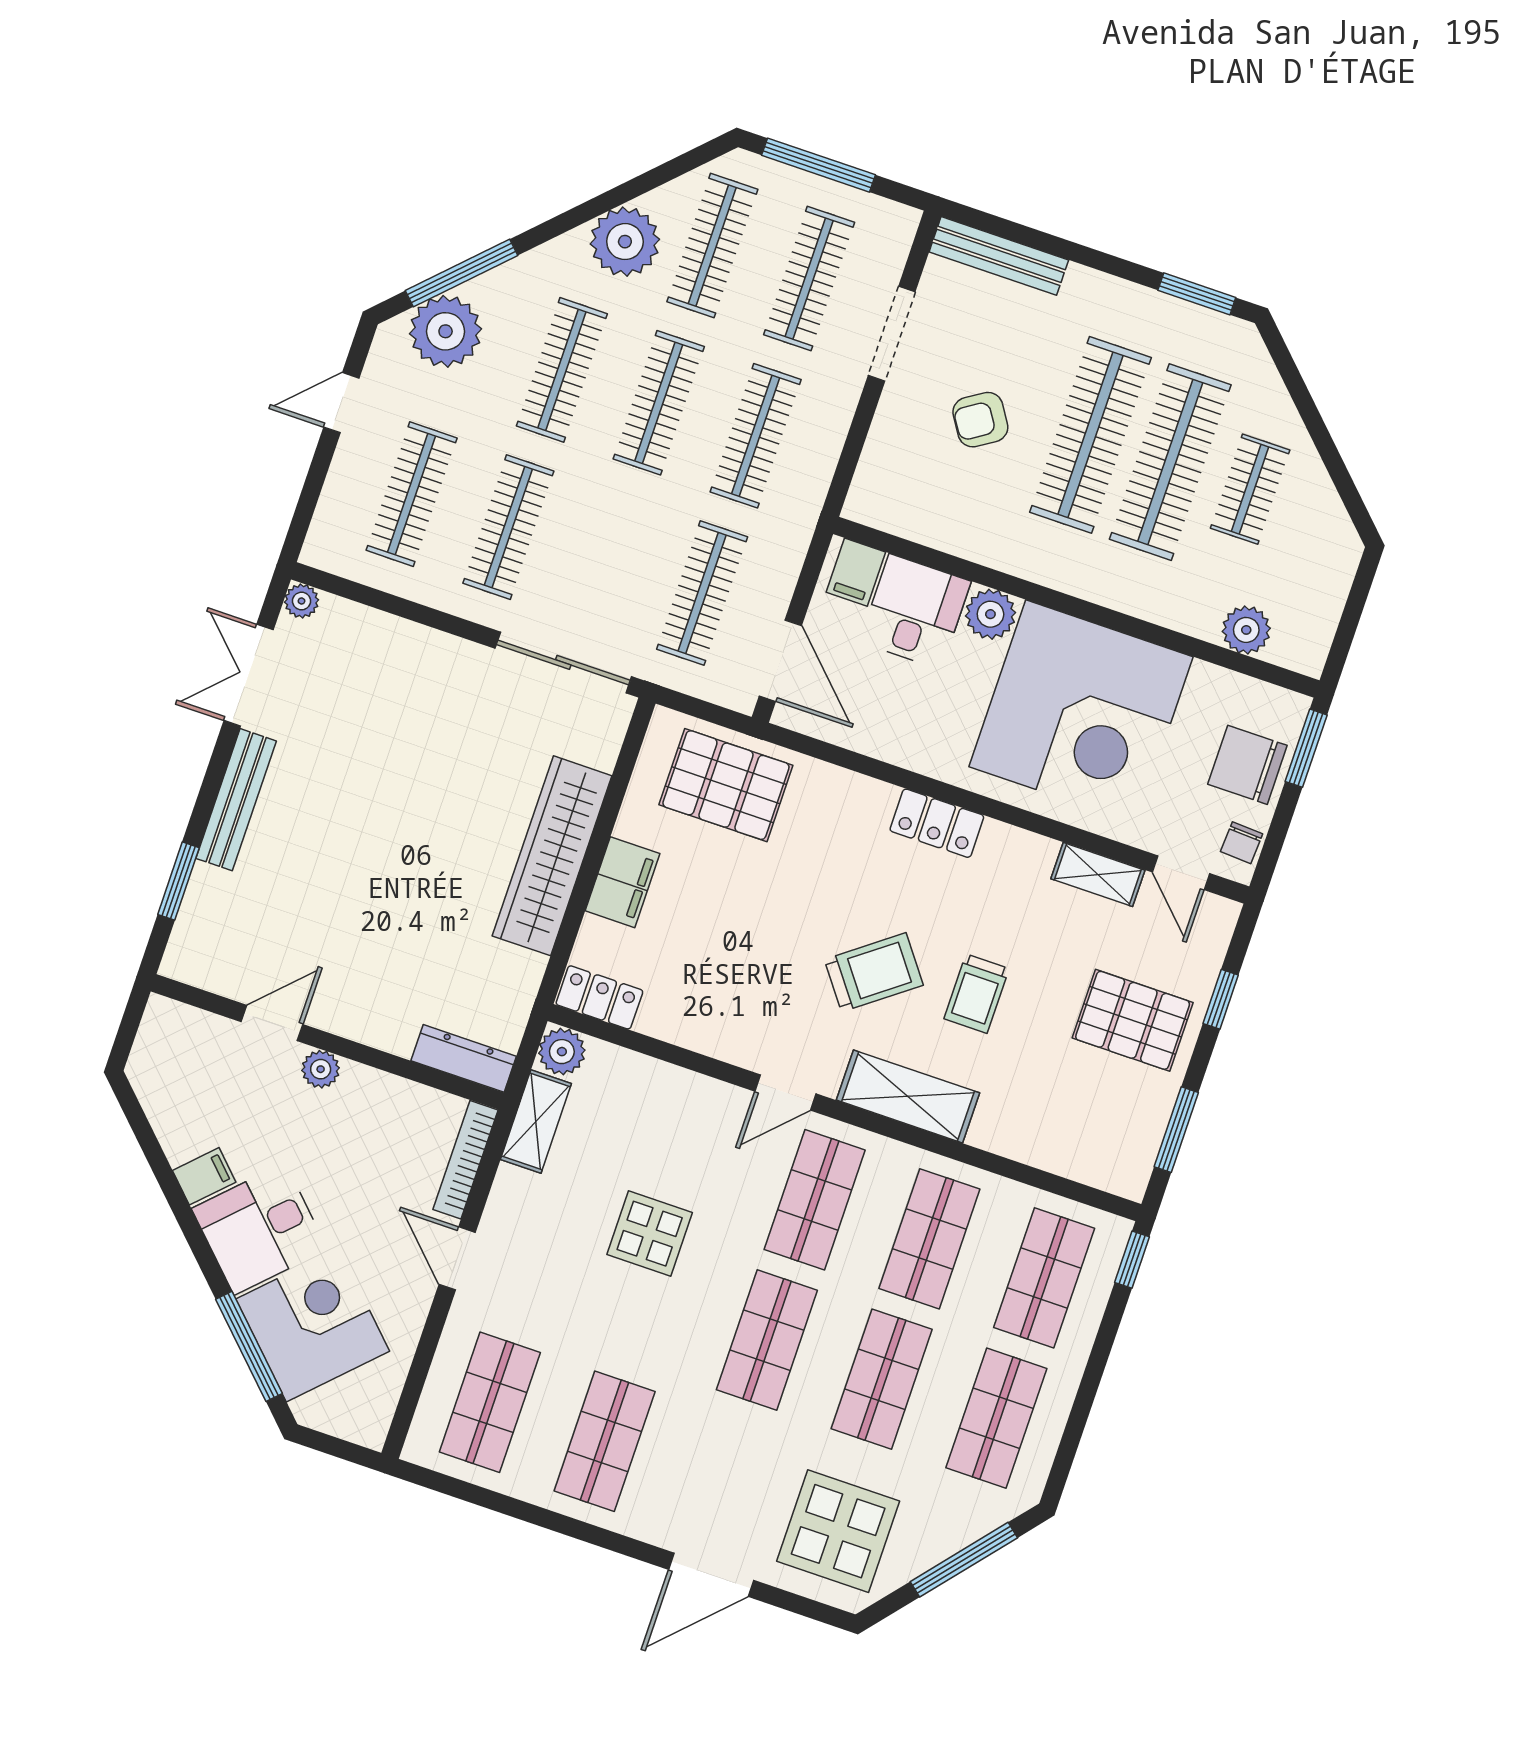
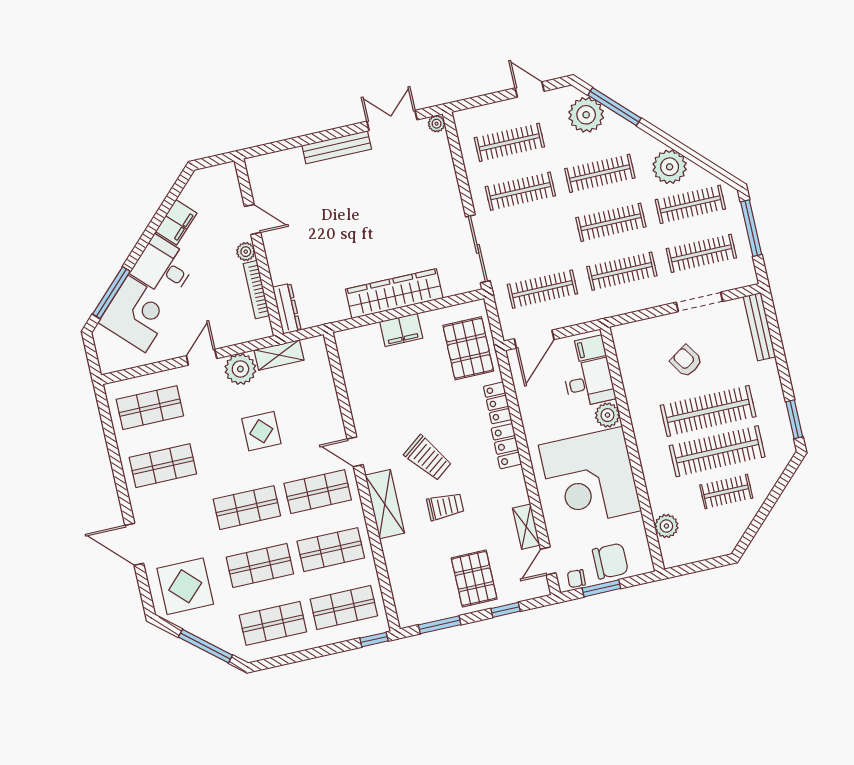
window: (1306, 748) -> (601, 588), moved
chair: (1247, 765) -> (610, 561), turned 90
window: (178, 881) -> (288, 144), removed
trolley: (976, 994) -> (445, 506), turned 180
locker: (599, 997) -> (497, 403), moved, turned 180
plant: (562, 1052) -> (240, 369), moved, width x1.36, depth x1.36
bookcase: (466, 1160) -> (256, 290), moved, turned -90
filing cabinet: (204, 1176) -> (176, 222), width x2.00

